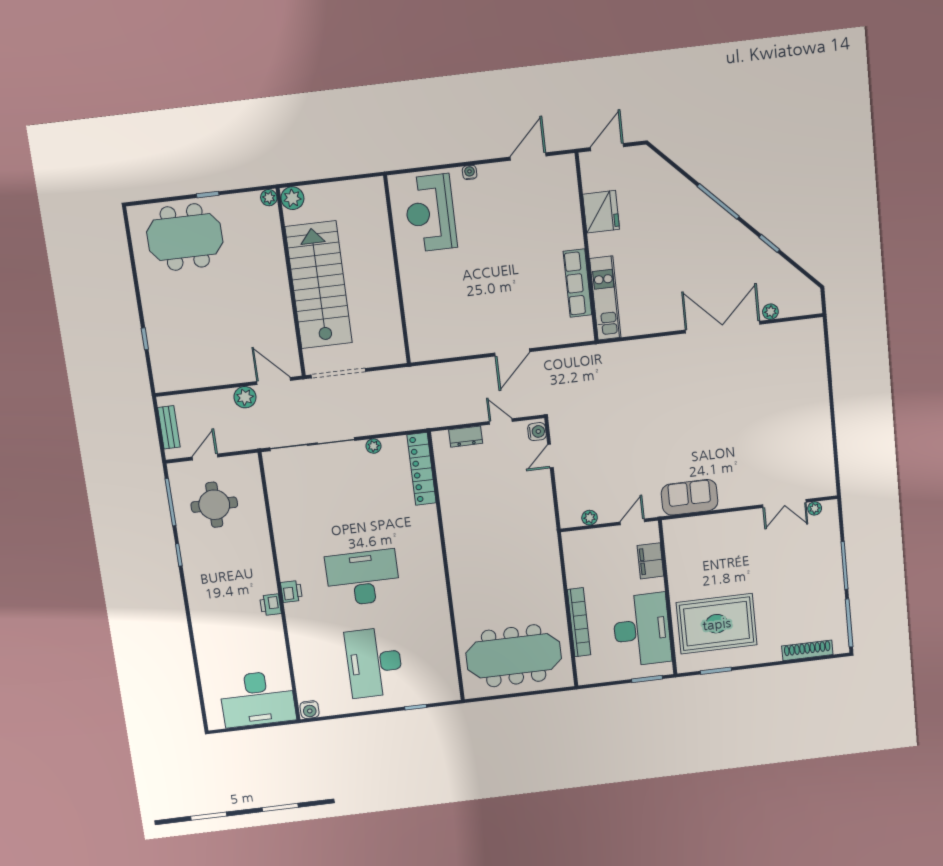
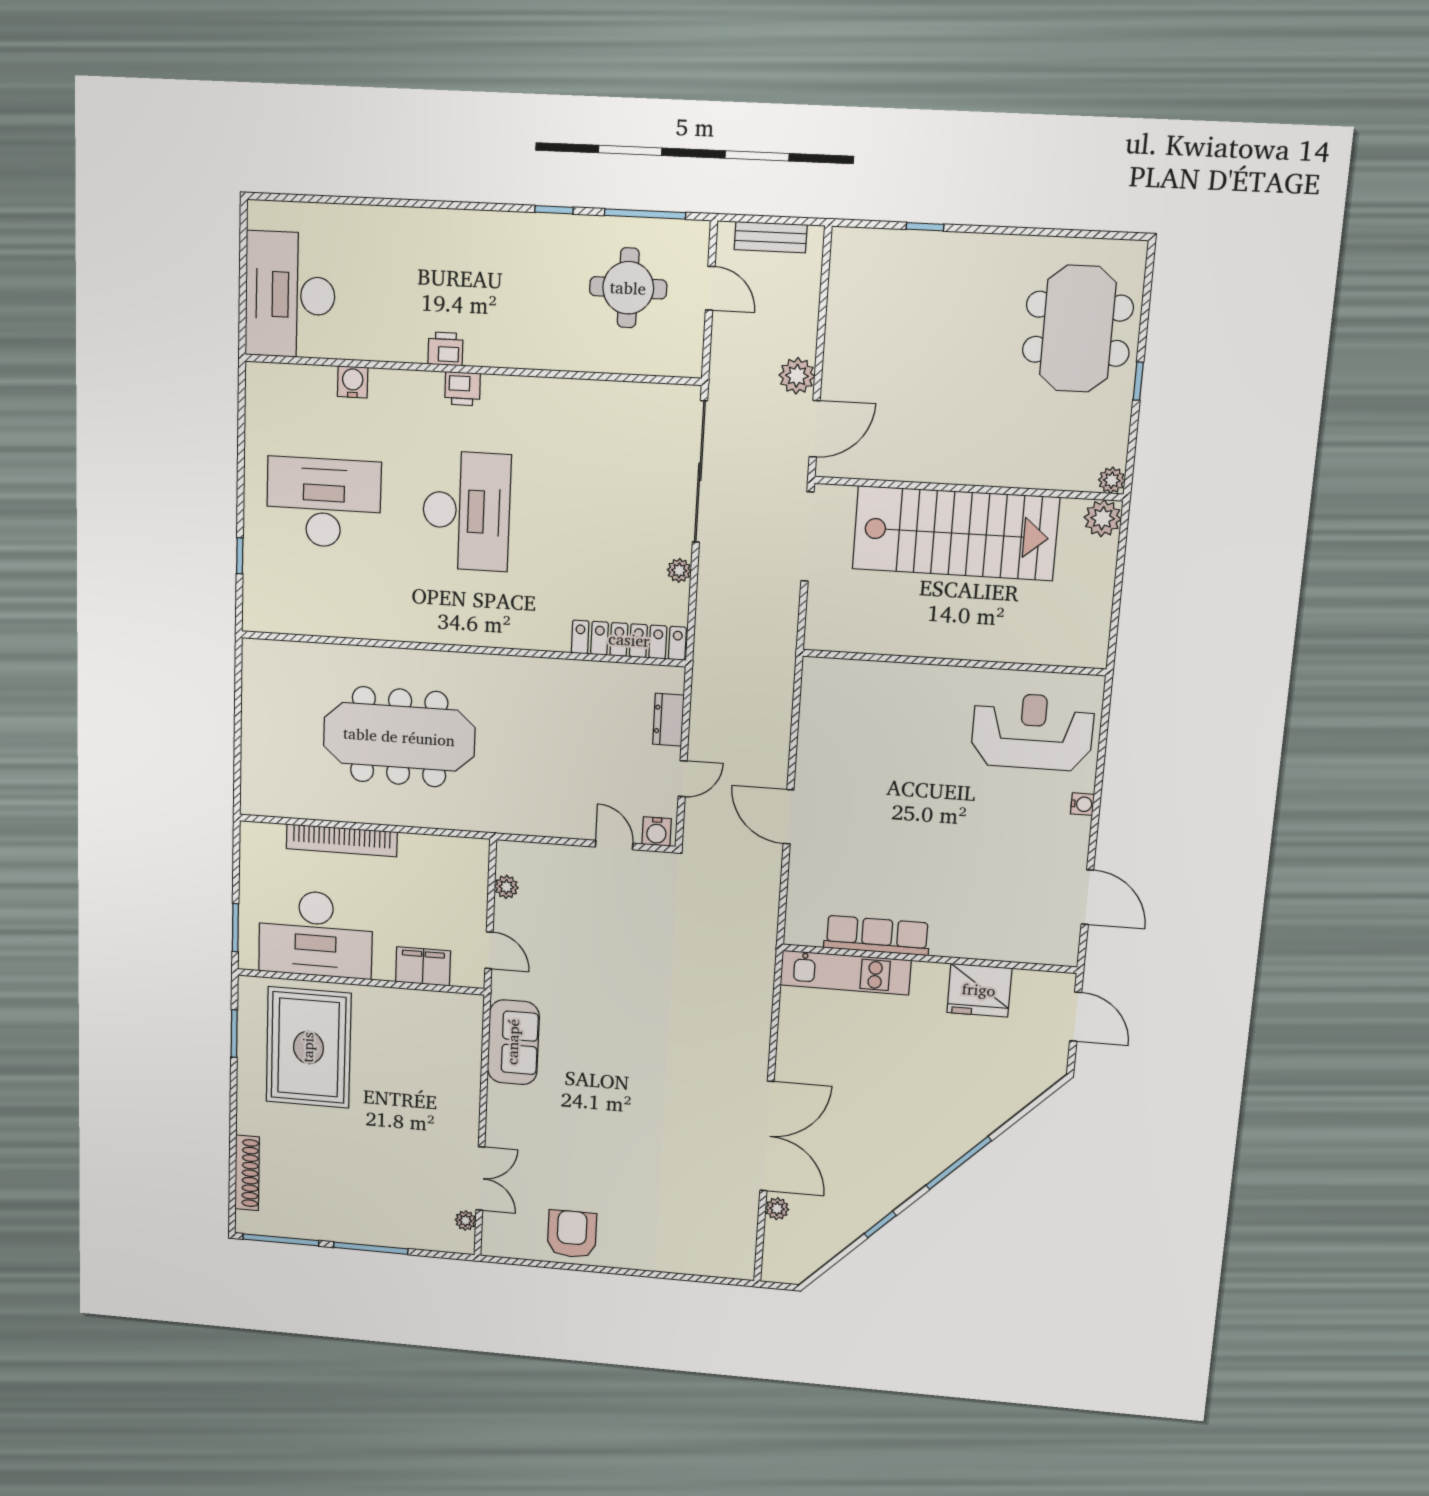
armchair: (812, 439) -> (572, 1234), added
double door: (784, 504) -> (480, 1179), swing flipped
meeting table: (514, 656) -> (399, 737), moved, turned 90
water cooler: (310, 710) -> (353, 382), moved, turned 90

